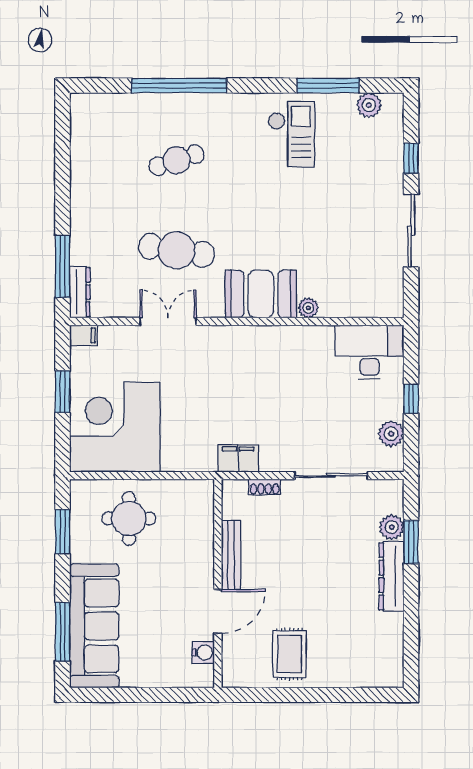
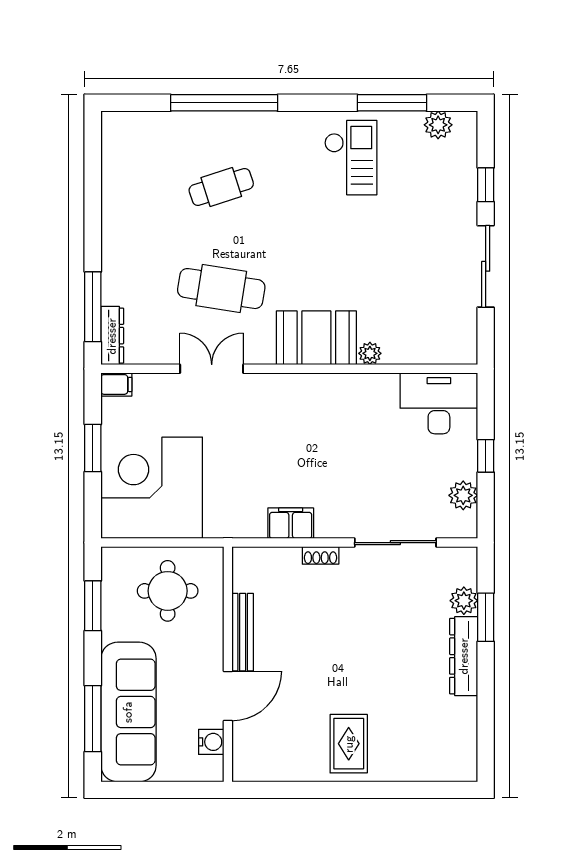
bench: (231, 555) -> (243, 632), moved
wall: (218, 583) -> (228, 664), moved
door: (218, 612) -> (228, 696), moved
water cooler: (203, 652) -> (211, 742), moved

